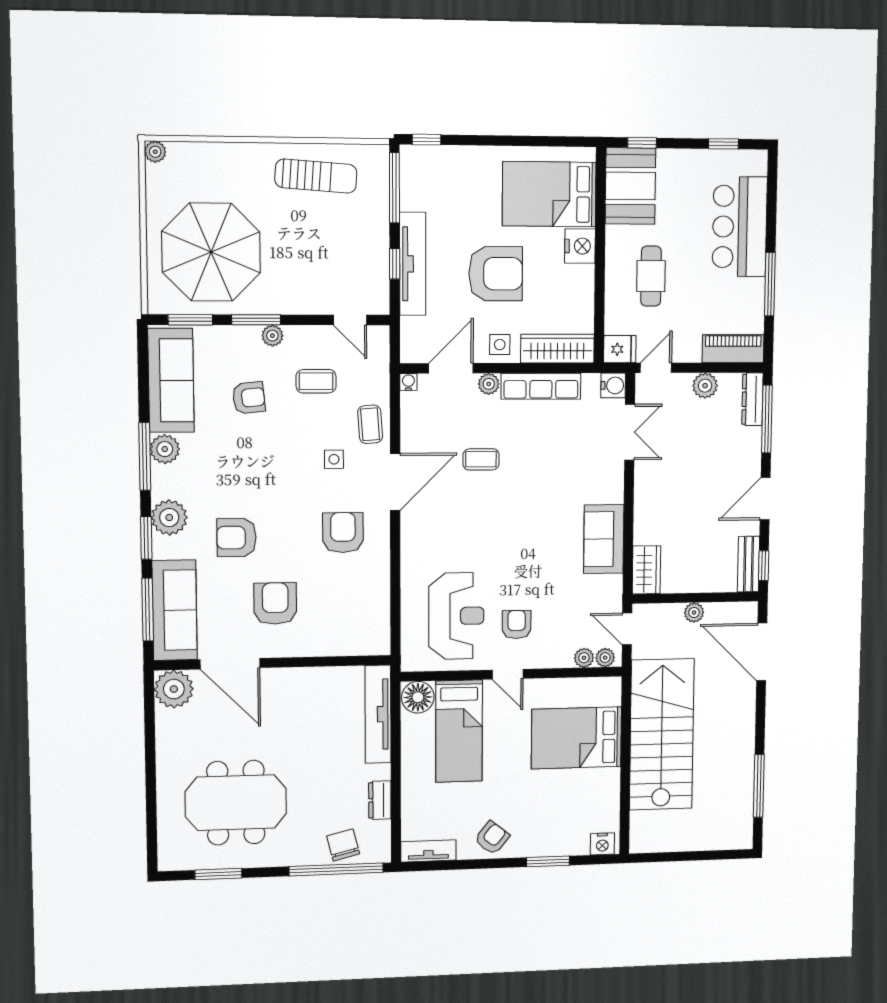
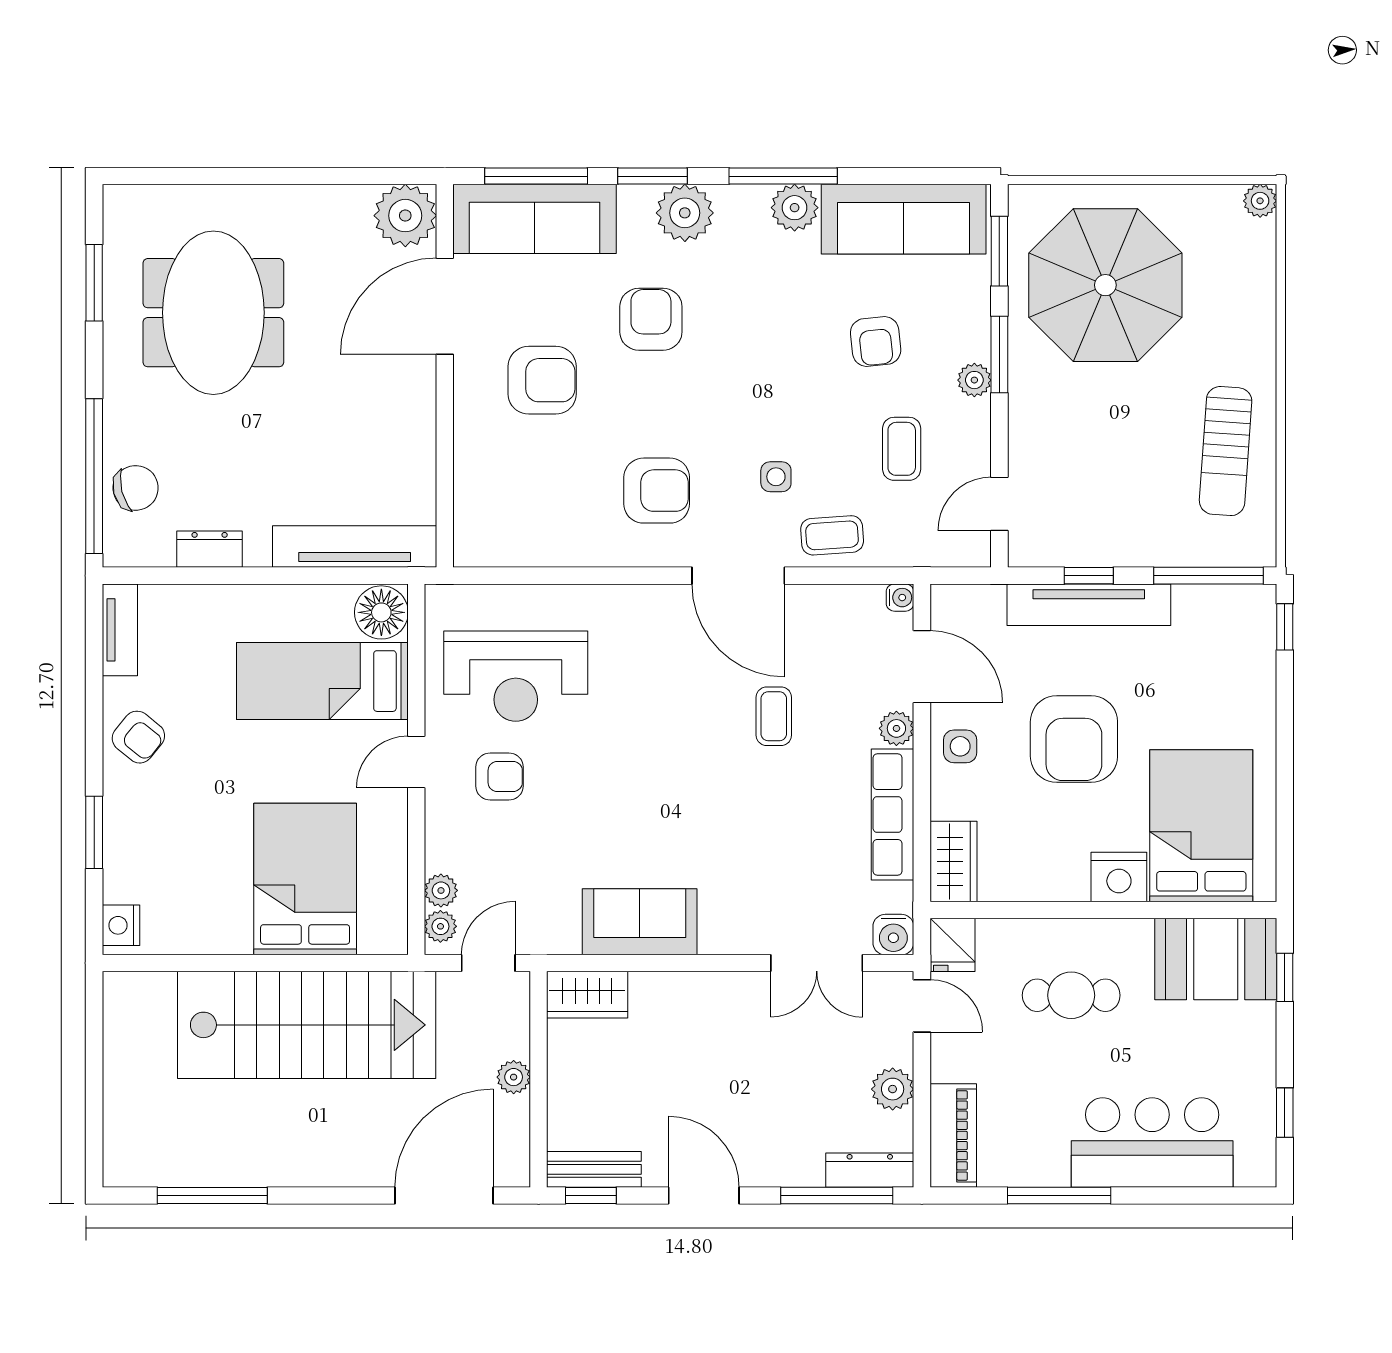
wardrobe: (558, 349) -> (953, 862), width x0.67

